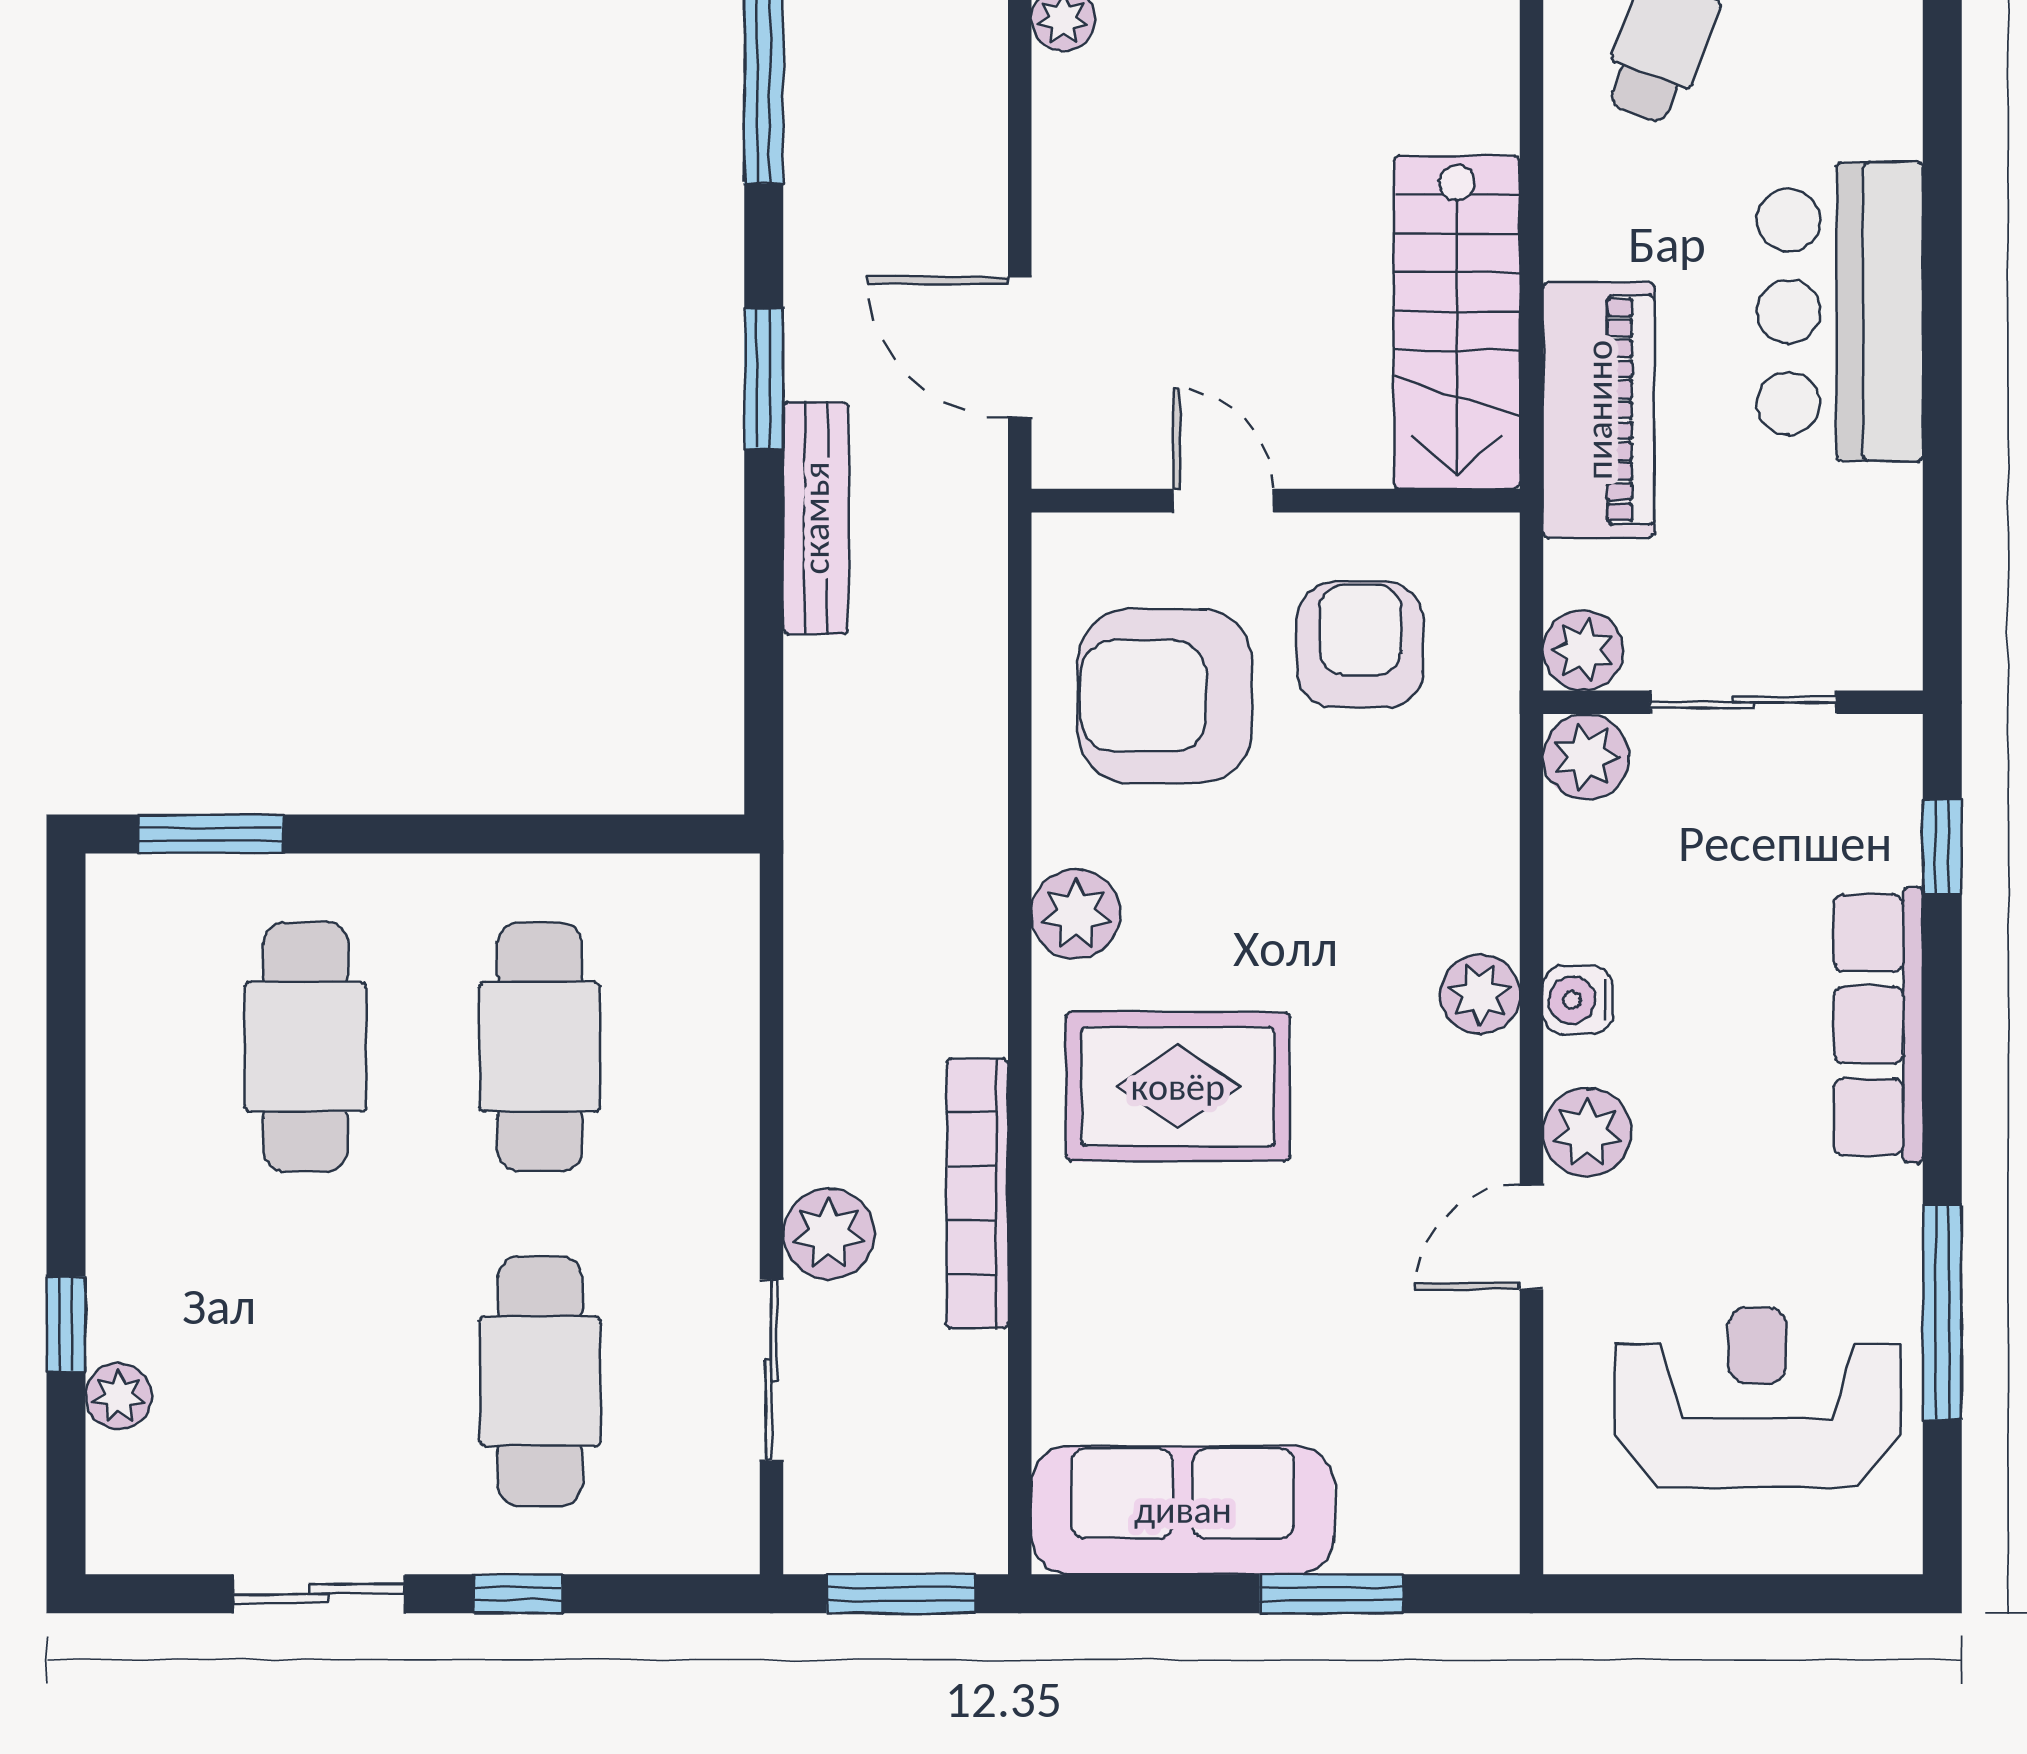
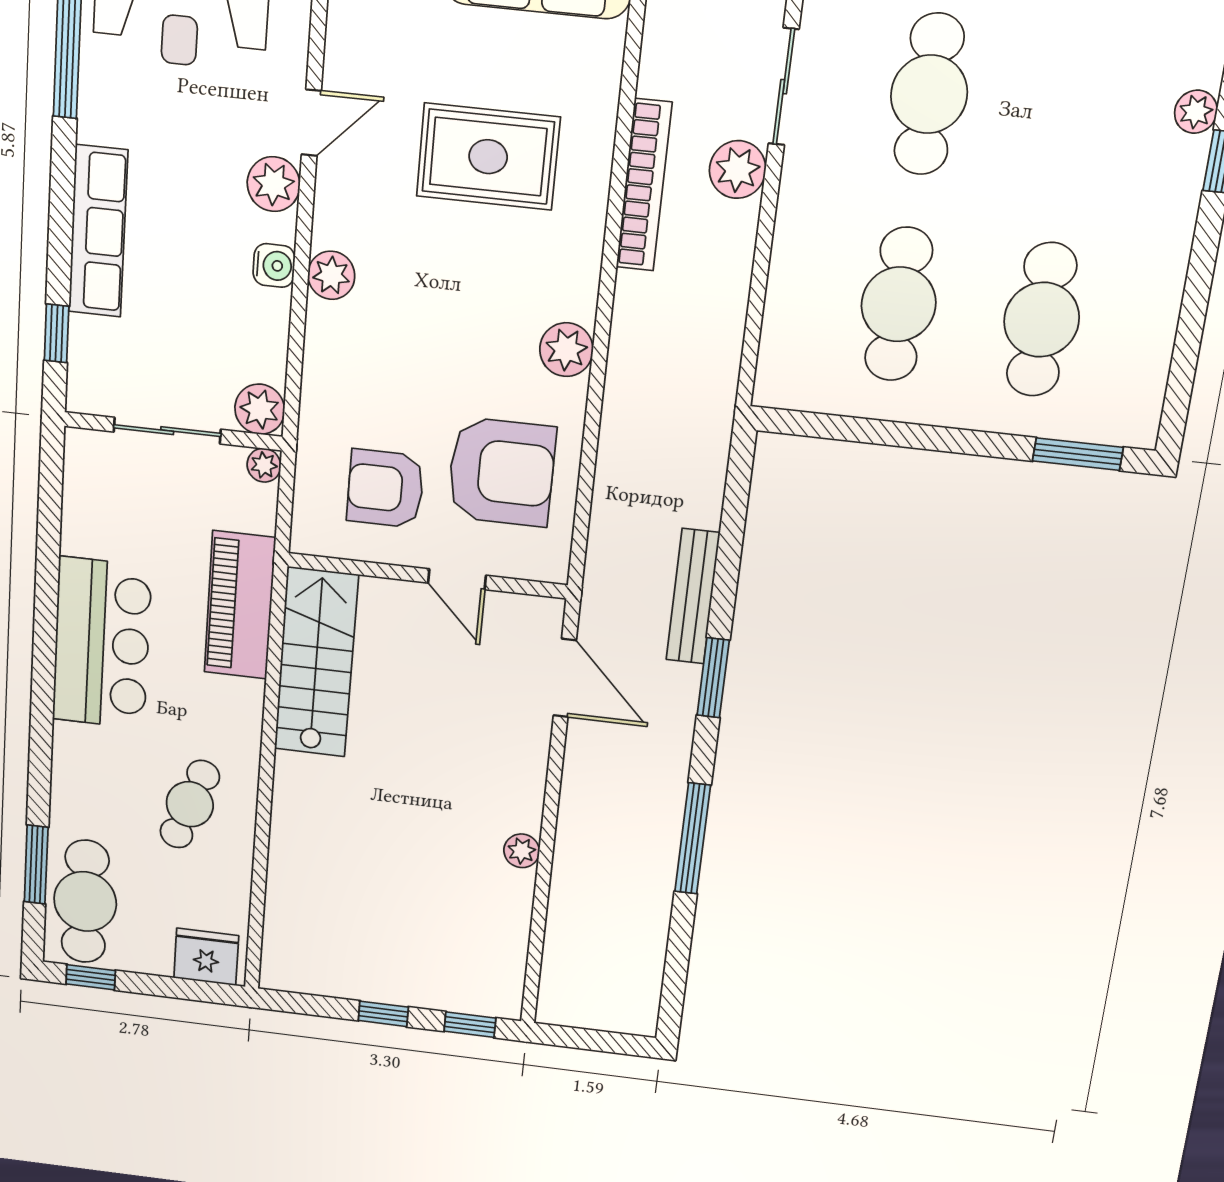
armchair: (1360, 645) -> (385, 488), turned 90
plant: (1583, 650) -> (264, 465), width x0.73, depth x0.73
rug: (1178, 1087) -> (488, 157), moved

